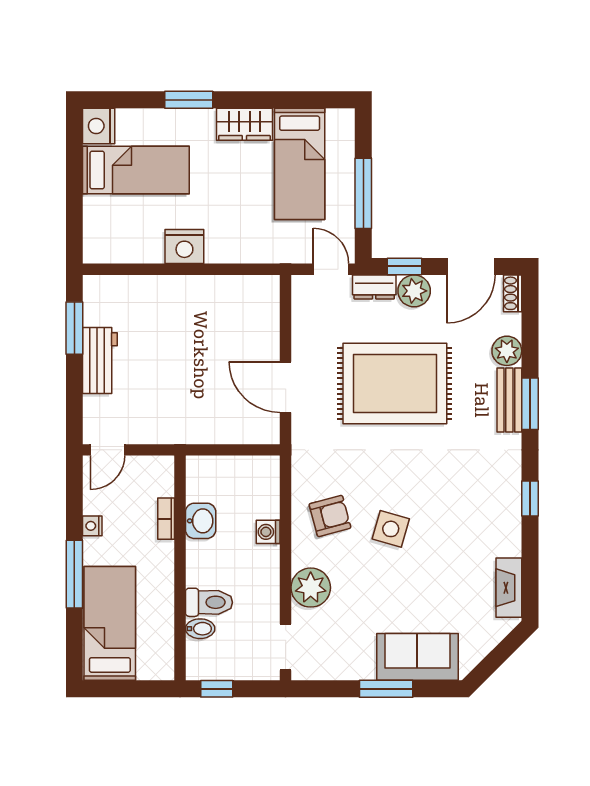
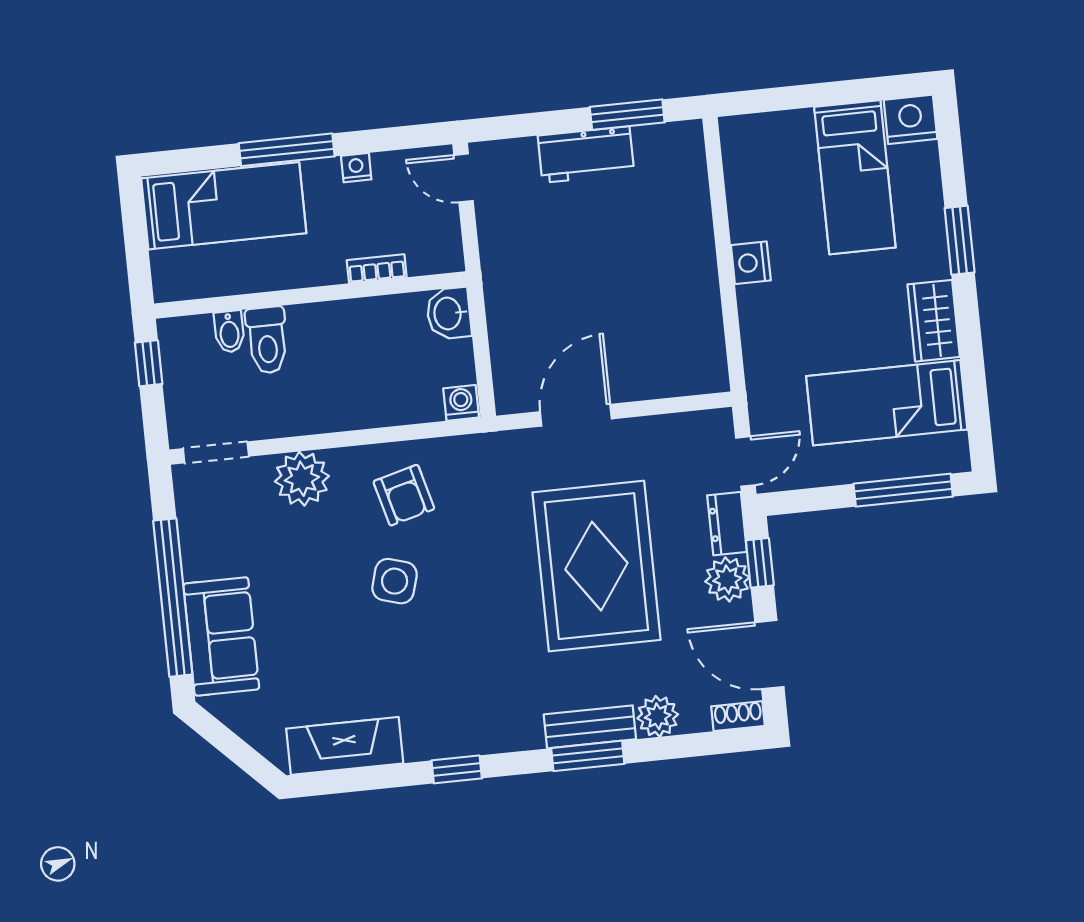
window: (363, 193) -> (903, 490), moved
nightstand: (184, 247) -> (751, 263), width x0.74, depth x0.75
washbasin: (201, 521) -> (449, 313), moved, turned 90
washing machine: (268, 532) -> (461, 403), moved
fireplace: (509, 588) -> (345, 746), width x1.37, depth x1.32
window: (386, 689) -> (173, 598), width x2.11

